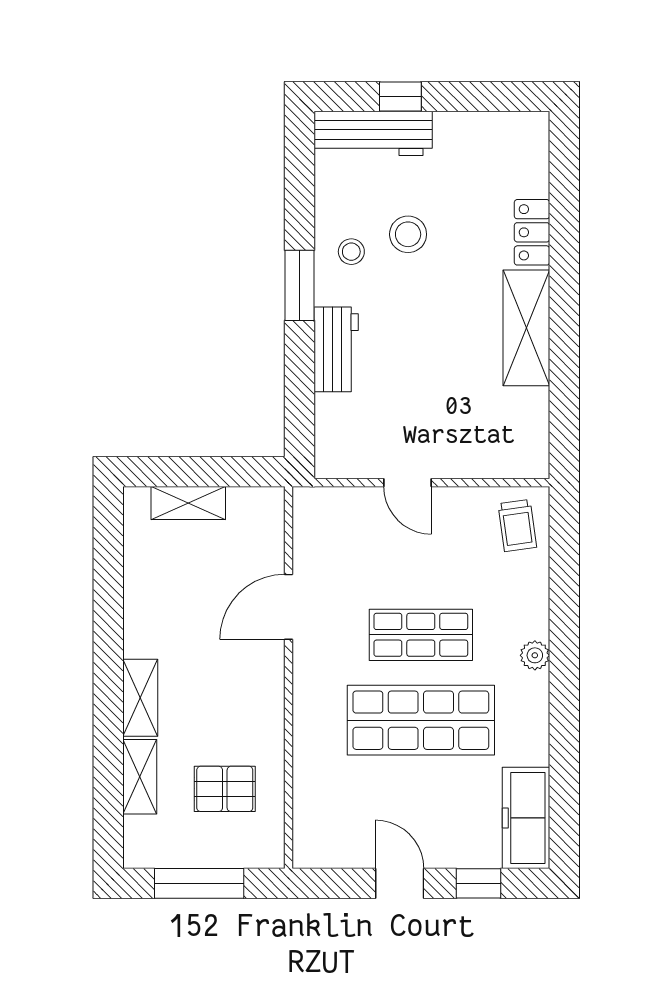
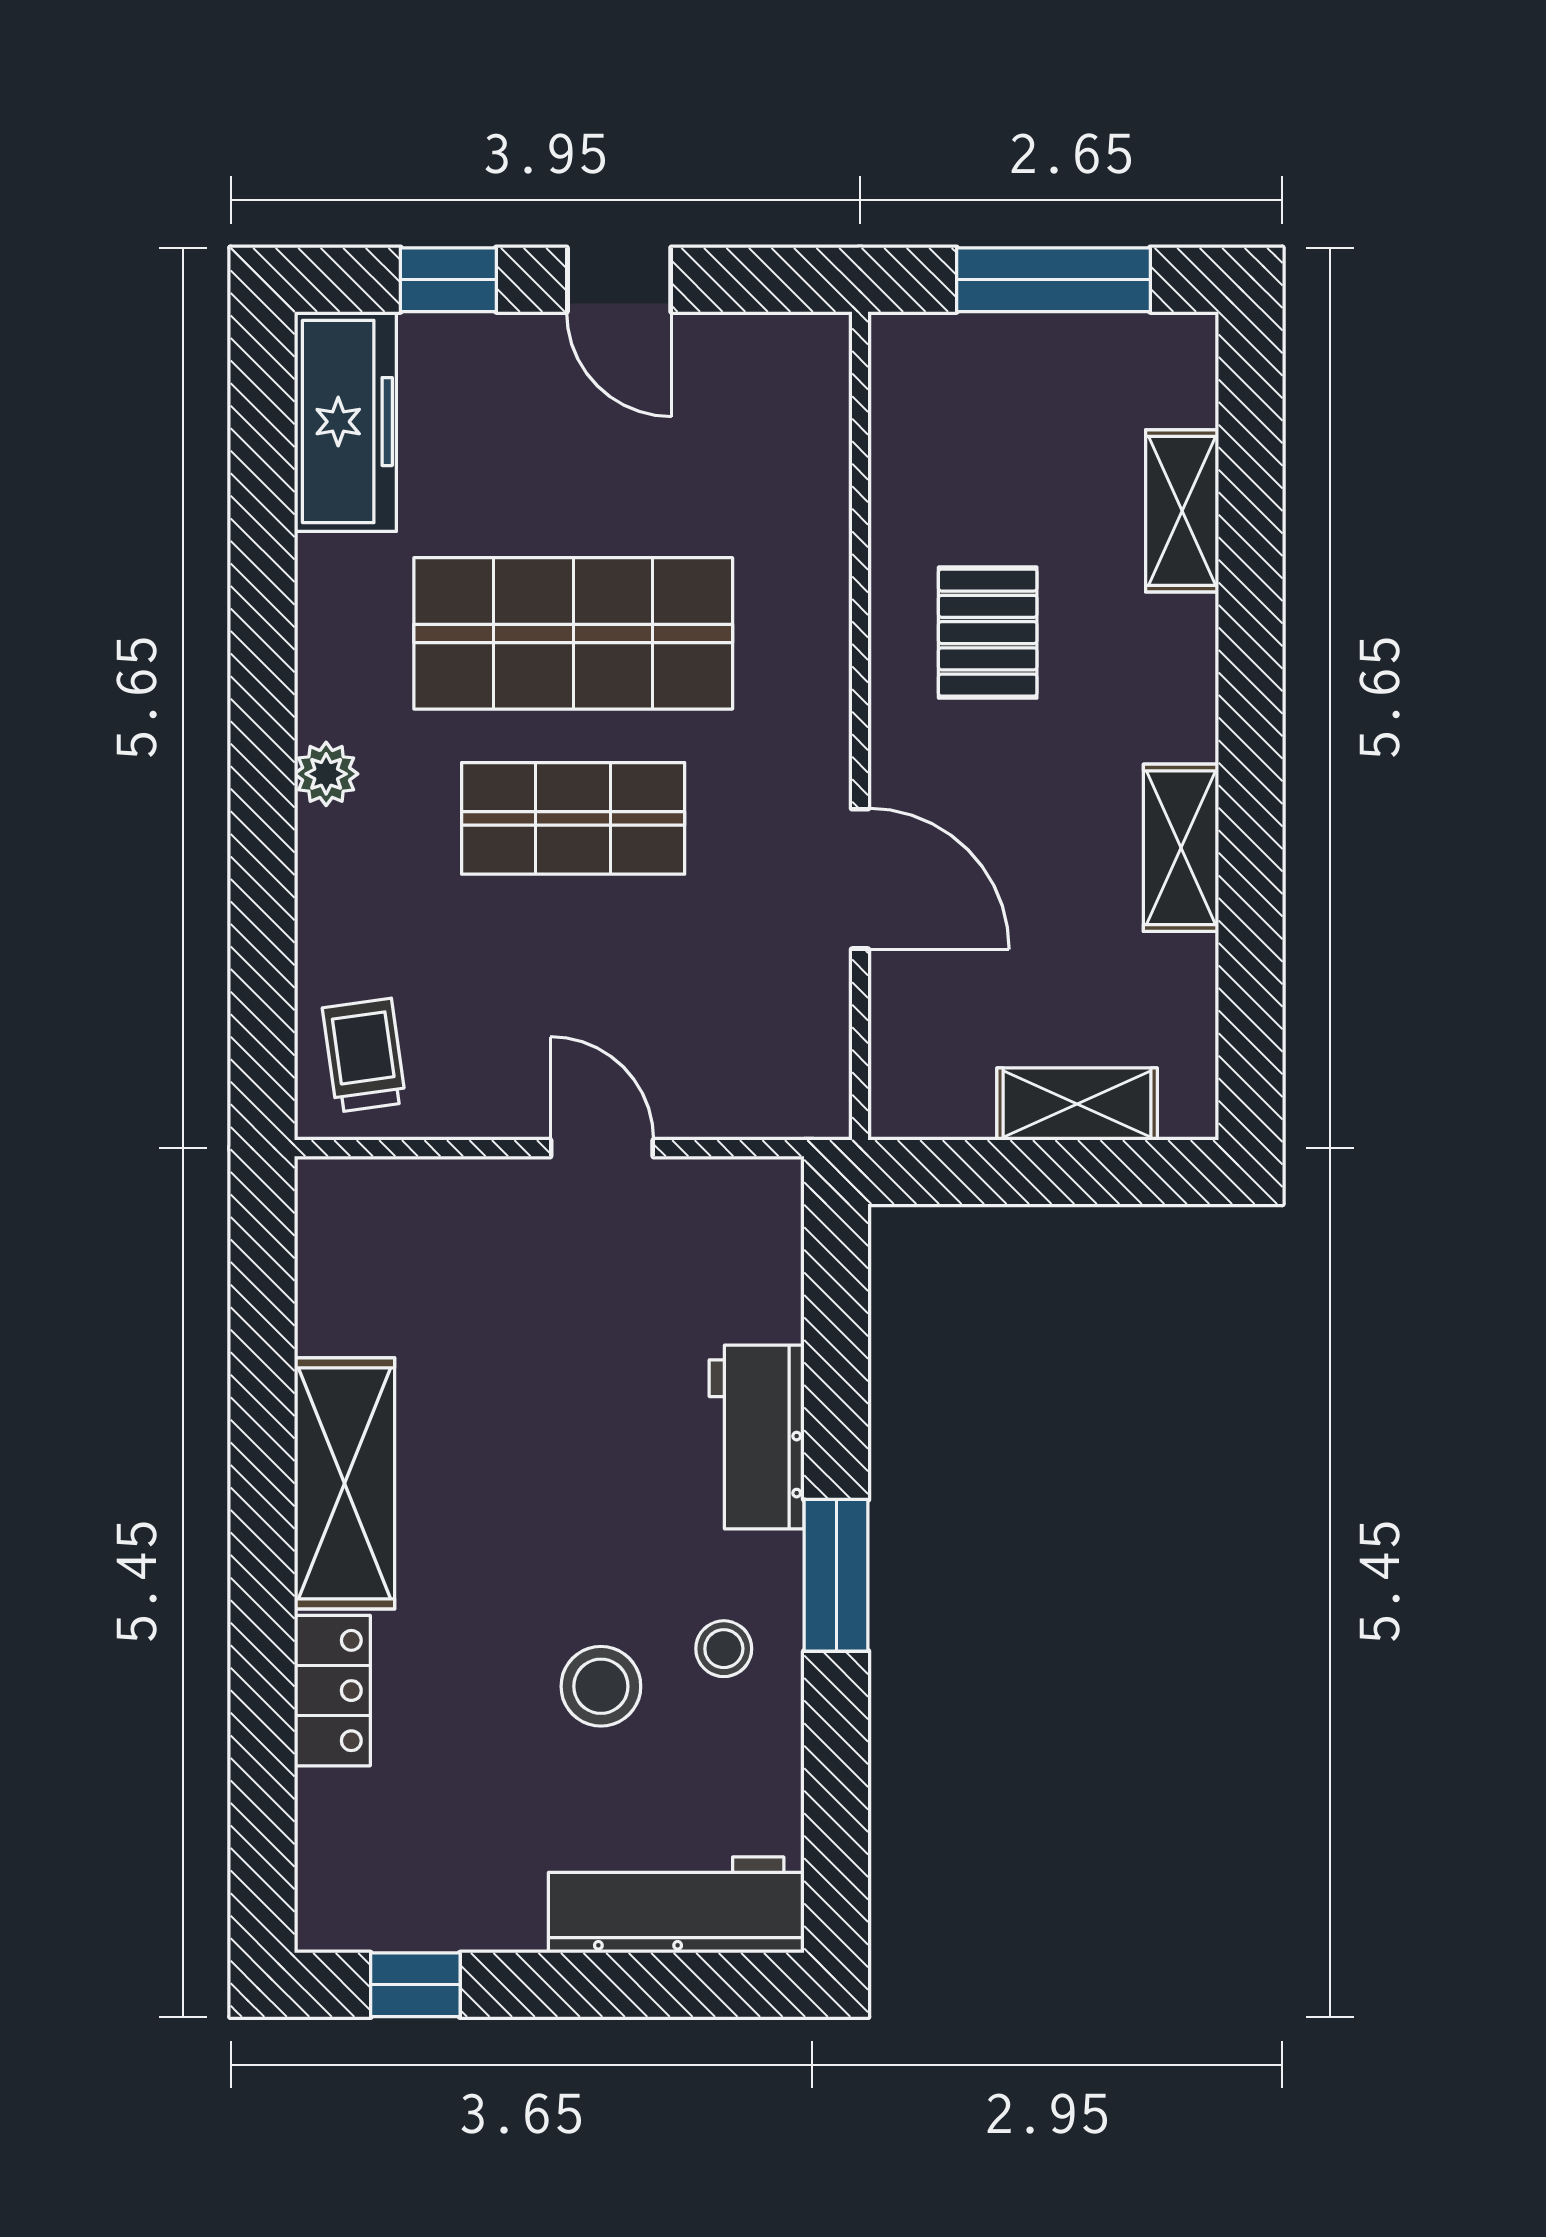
window: (400, 96) -> (415, 1985), moved
door: (288, 607) -> (860, 879), hinge flipped
shelving: (140, 698) -> (1181, 848), moved
pallet: (225, 789) -> (988, 633), moved, turned 90

